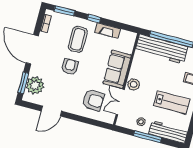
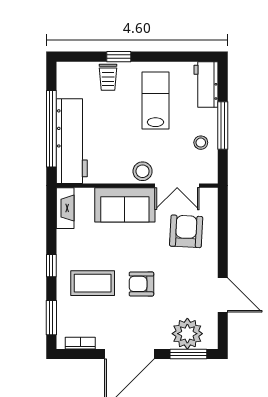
fireplace: (108, 31) -> (65, 208), moved
workbench: (168, 132) -> (206, 85), width x0.73

